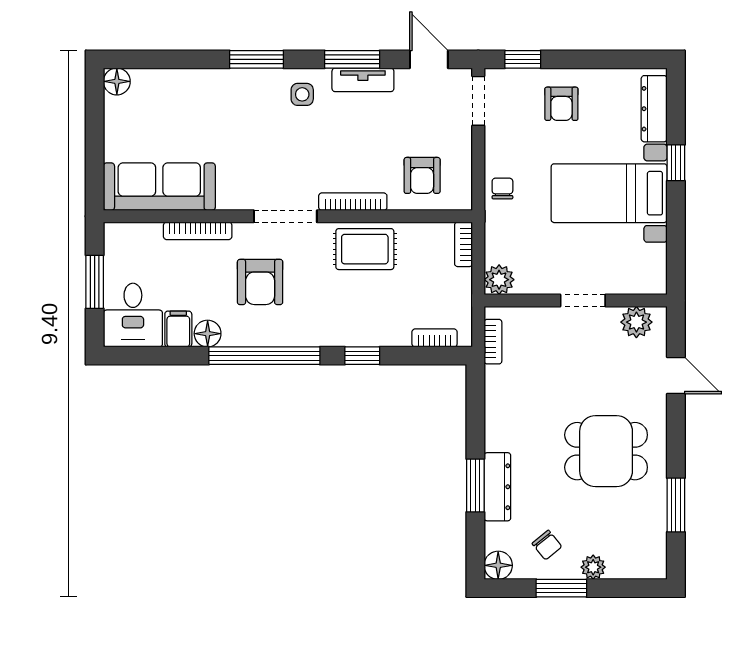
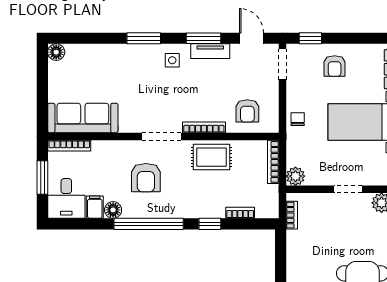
bookcase: (198, 231) -> (69, 146), moved
bookcase: (463, 244) -> (273, 162), width x1.56
bookcase: (435, 338) -> (240, 213), moved

